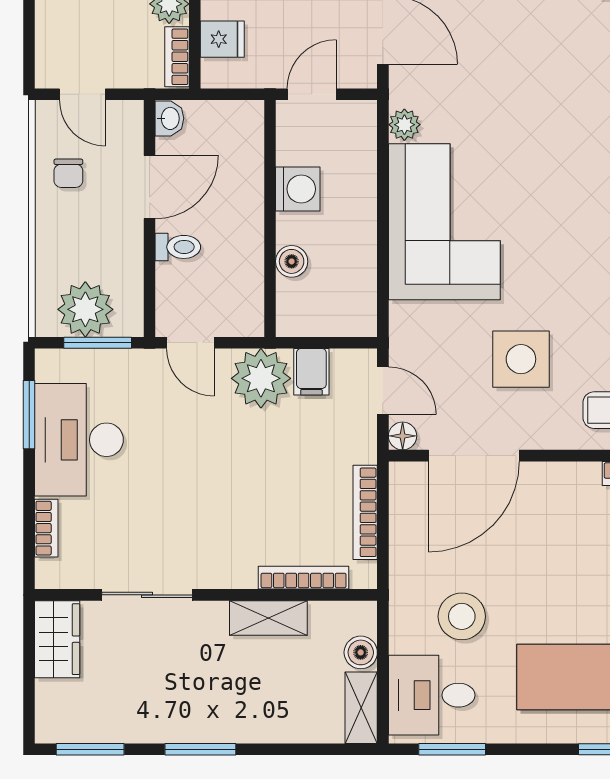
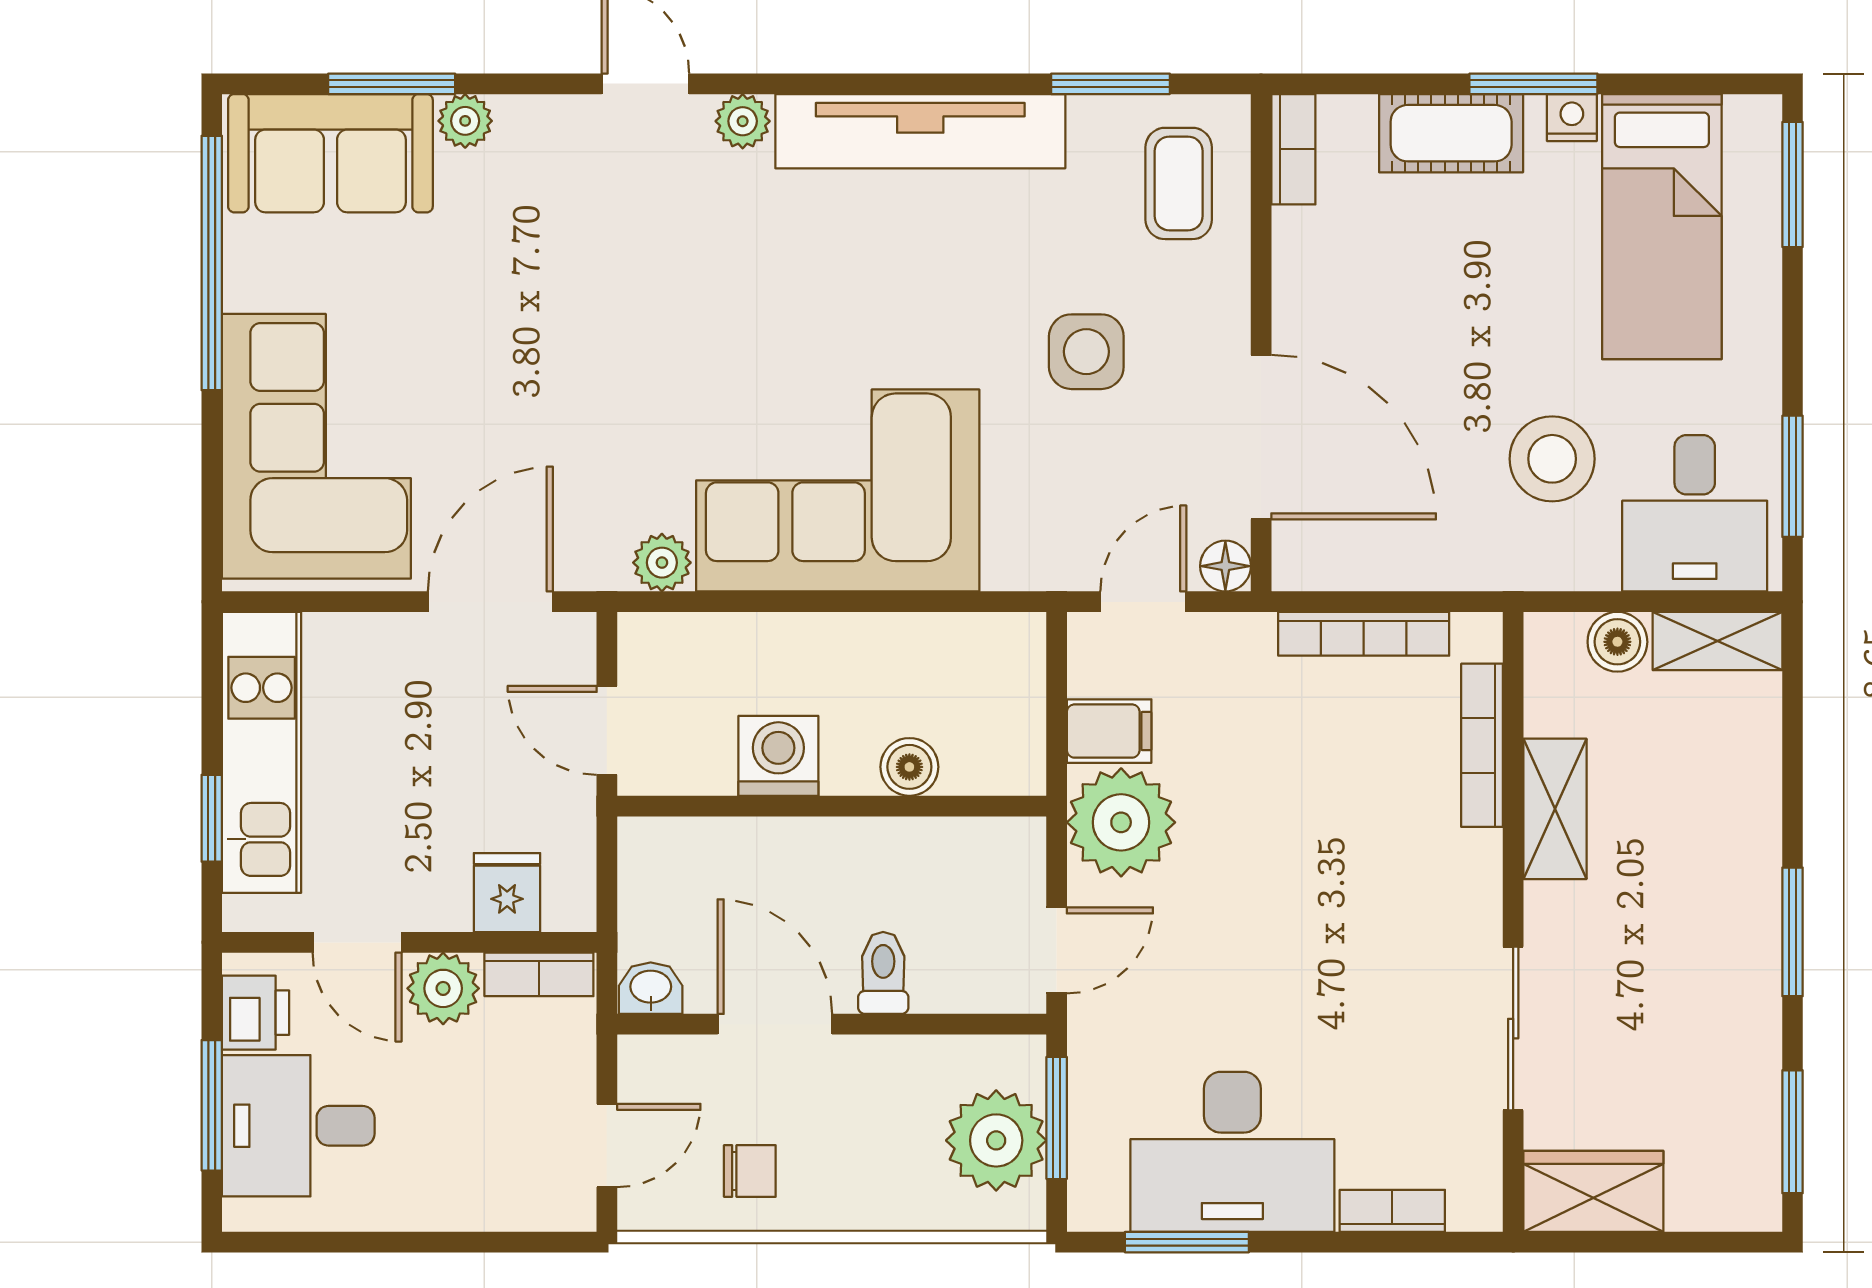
side table: (521, 359) -> (1086, 352), width x0.73, depth x0.73

